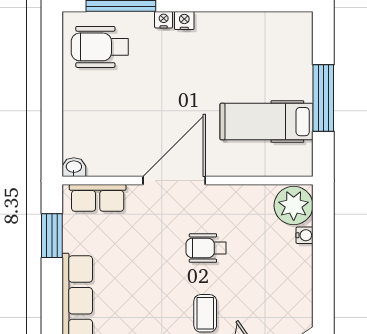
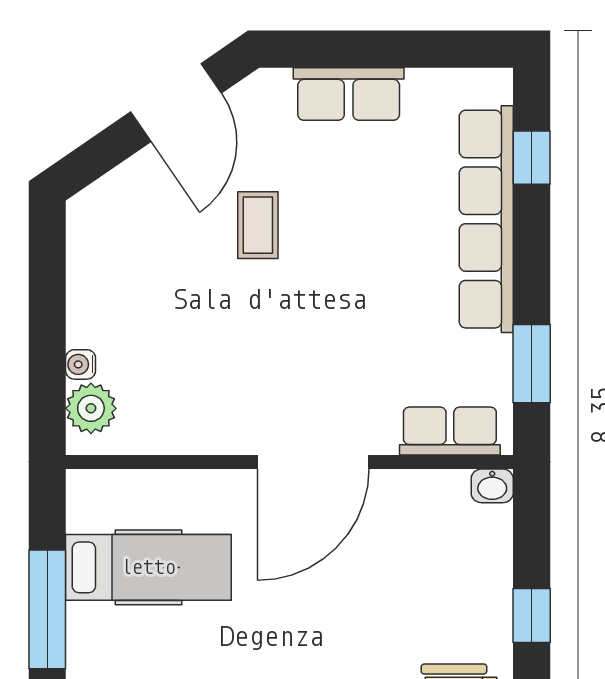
window: (52, 95) -> (532, 616), added
plant: (294, 206) -> (91, 408), width x0.73, depth x0.73
wheelchair: (206, 248) -> (256, 342), removed

